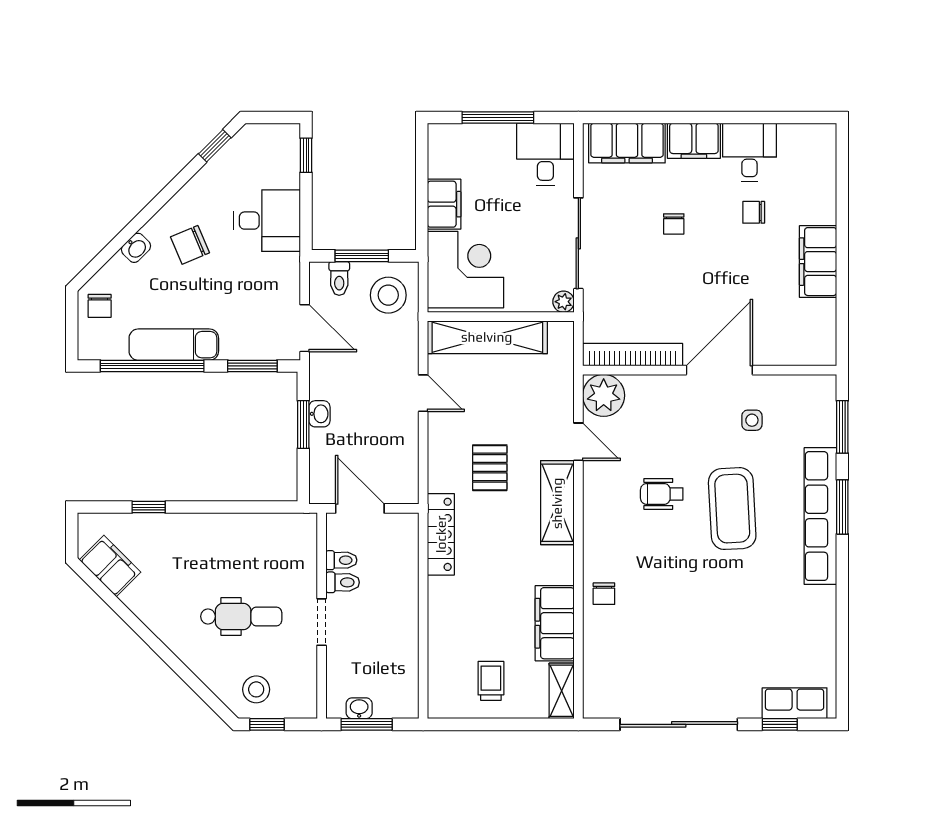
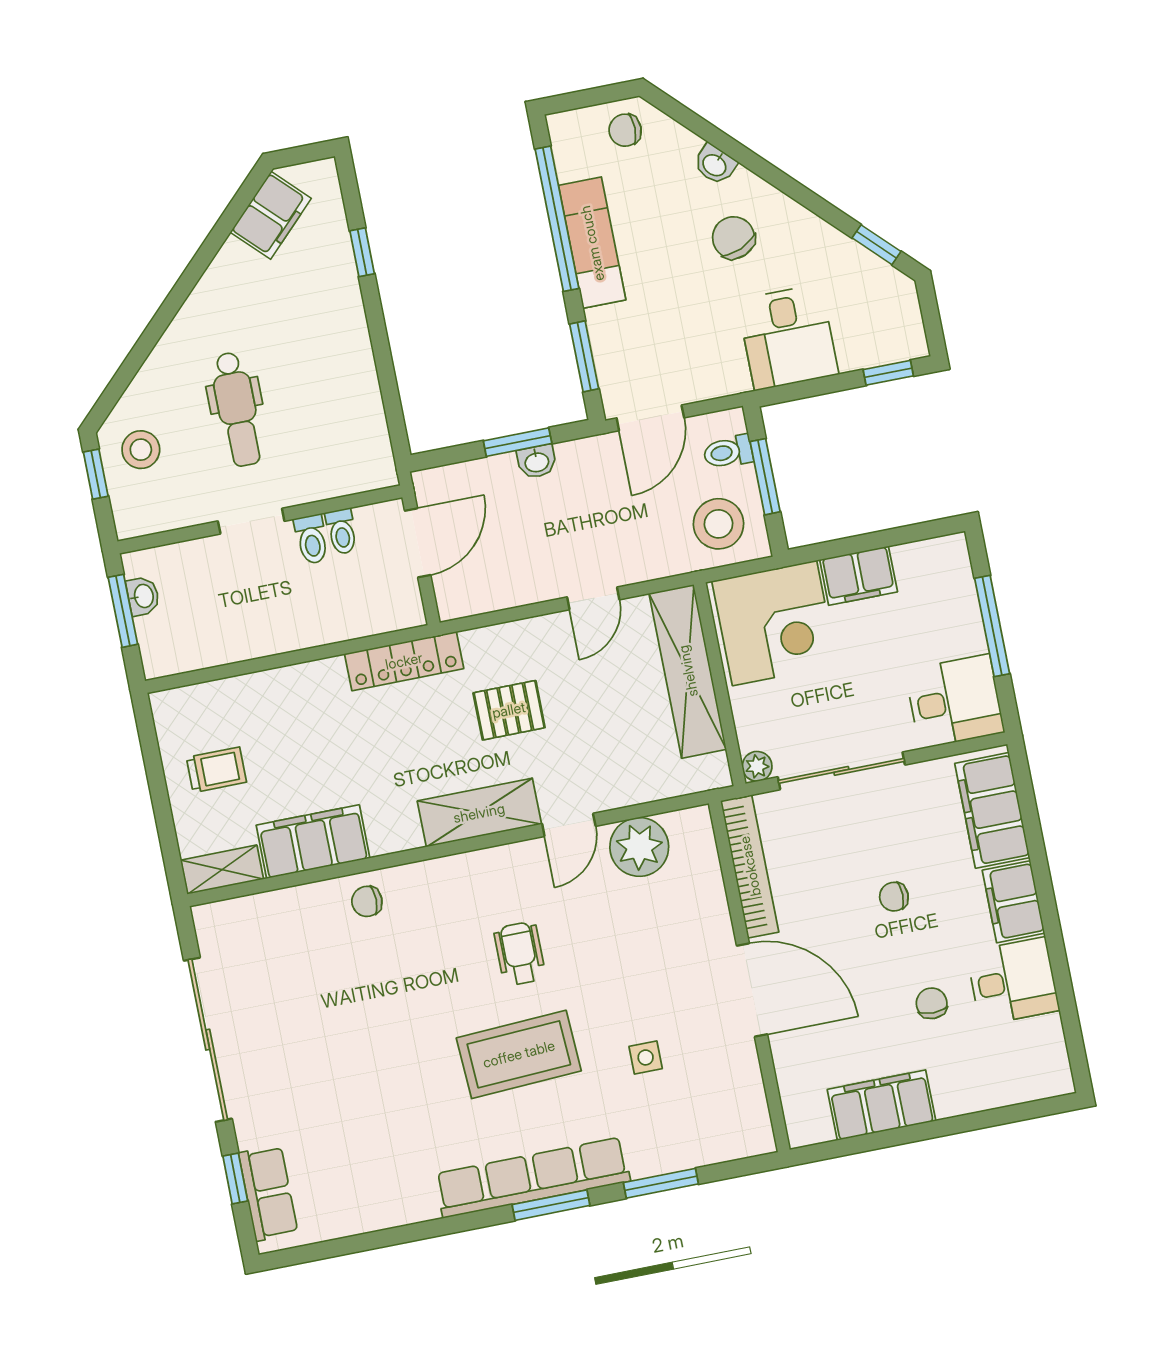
bookcase: (633, 355) -> (750, 866), moved
wall: (710, 370) -> (749, 976), moved
door: (719, 370) -> (752, 990), moved

